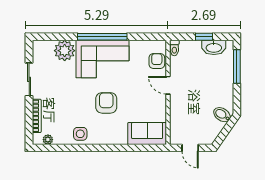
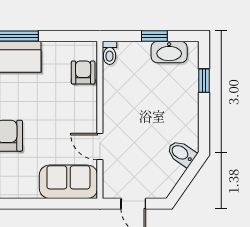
window: (237, 66) -> (204, 81), width x0.46
door: (168, 85) -> (100, 147), moved

